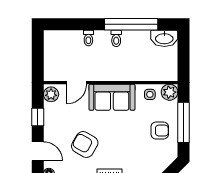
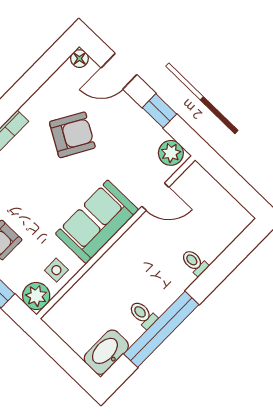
toilet: (116, 38) -> (143, 315), moved
door: (76, 83) -> (155, 197), swing flipped

